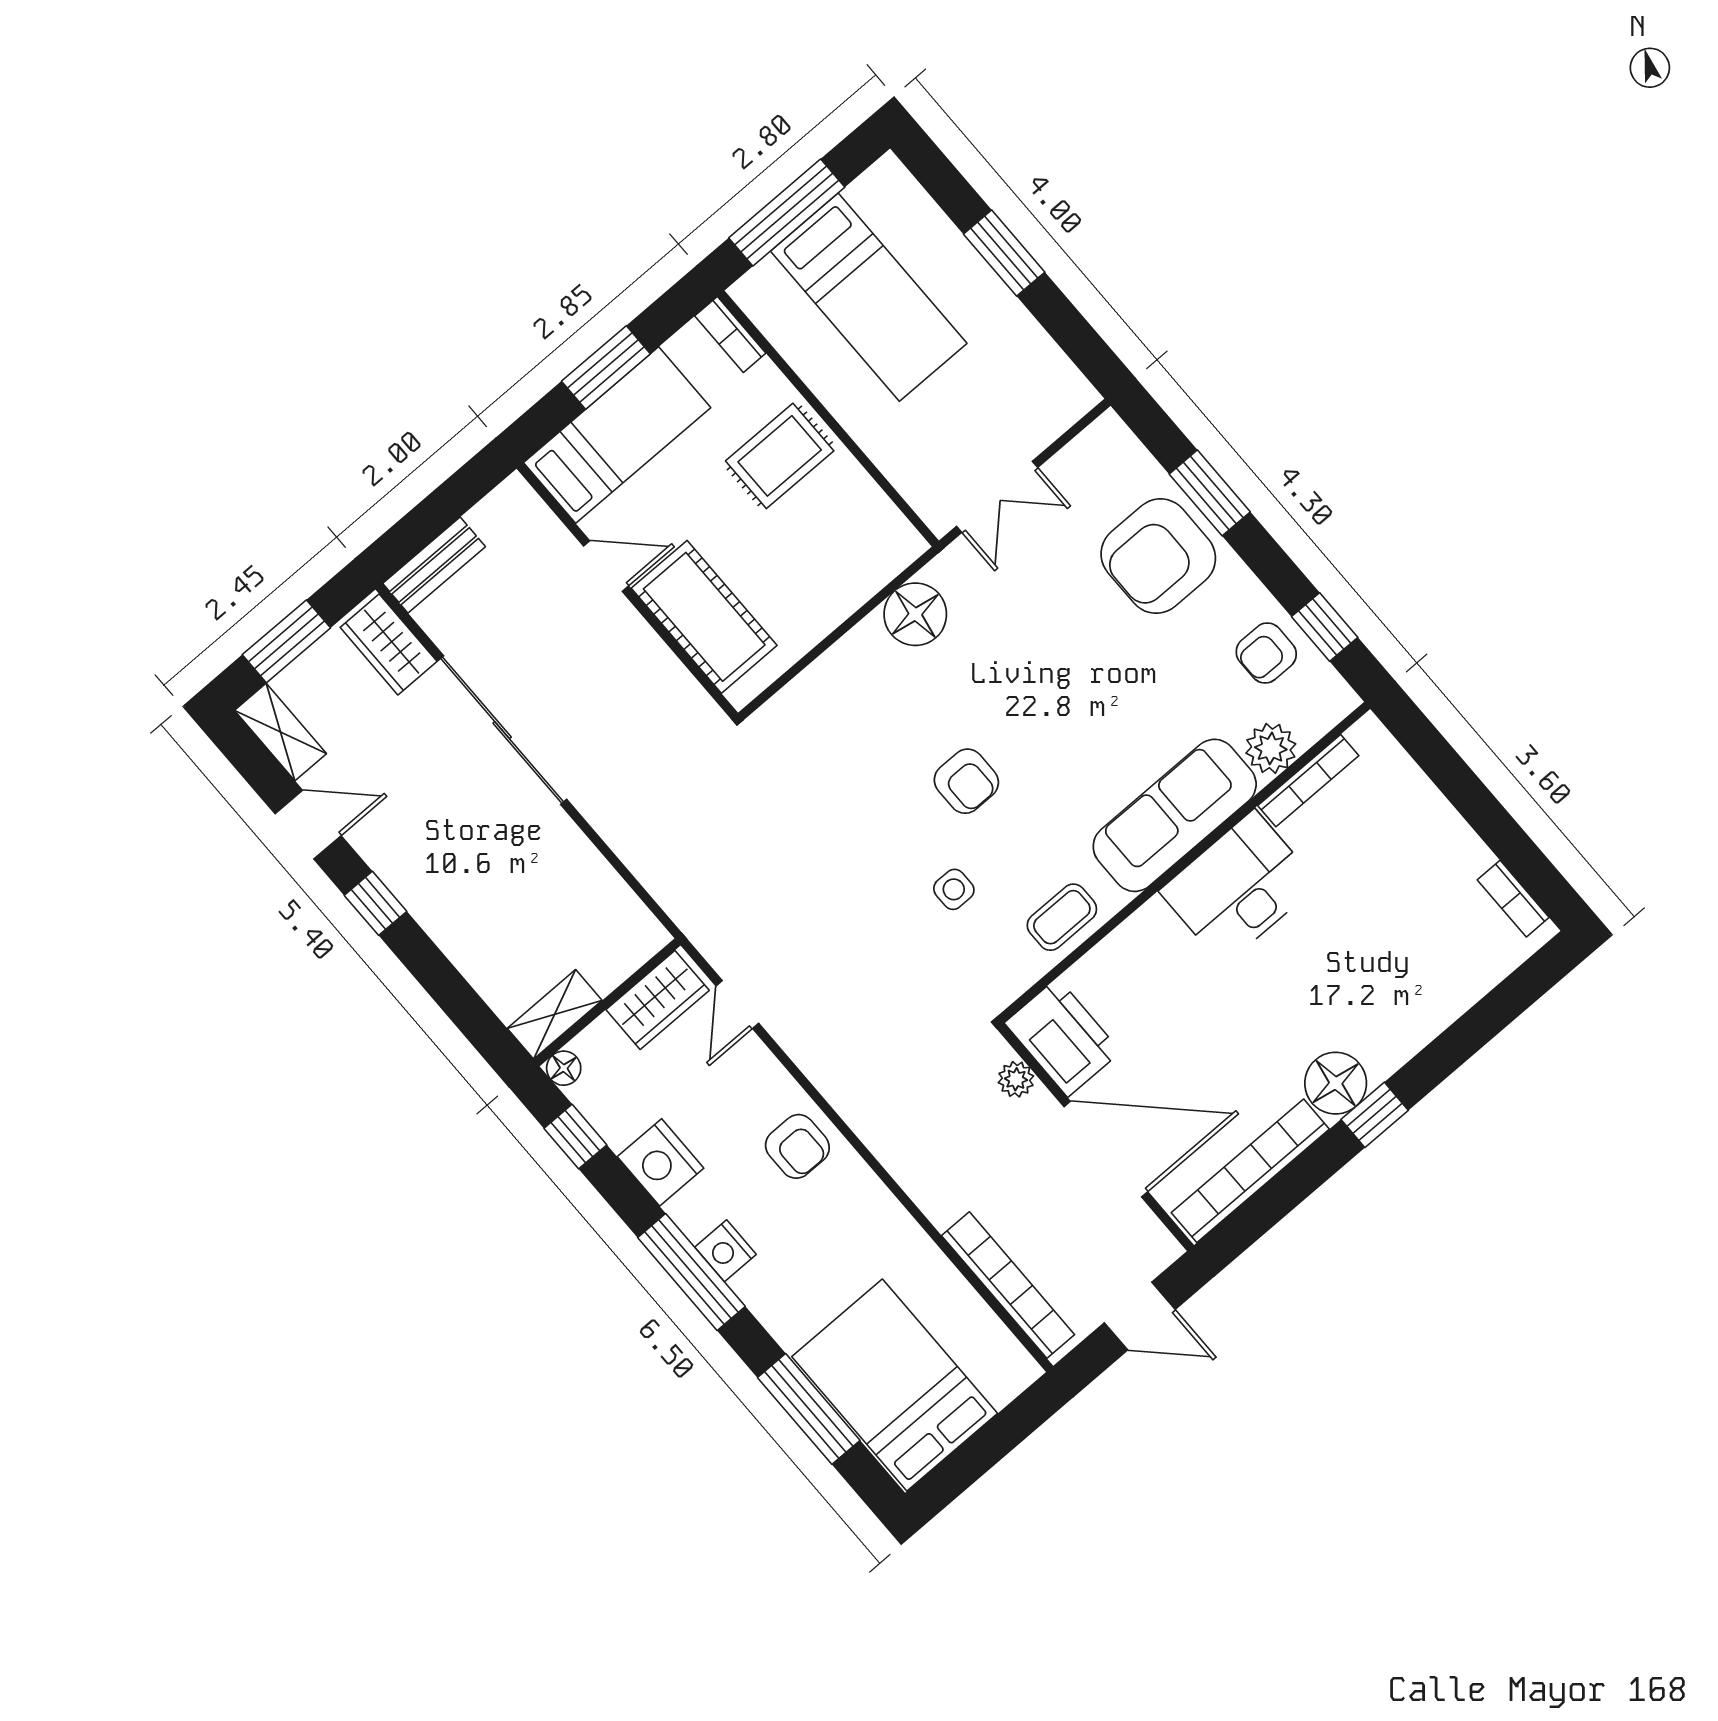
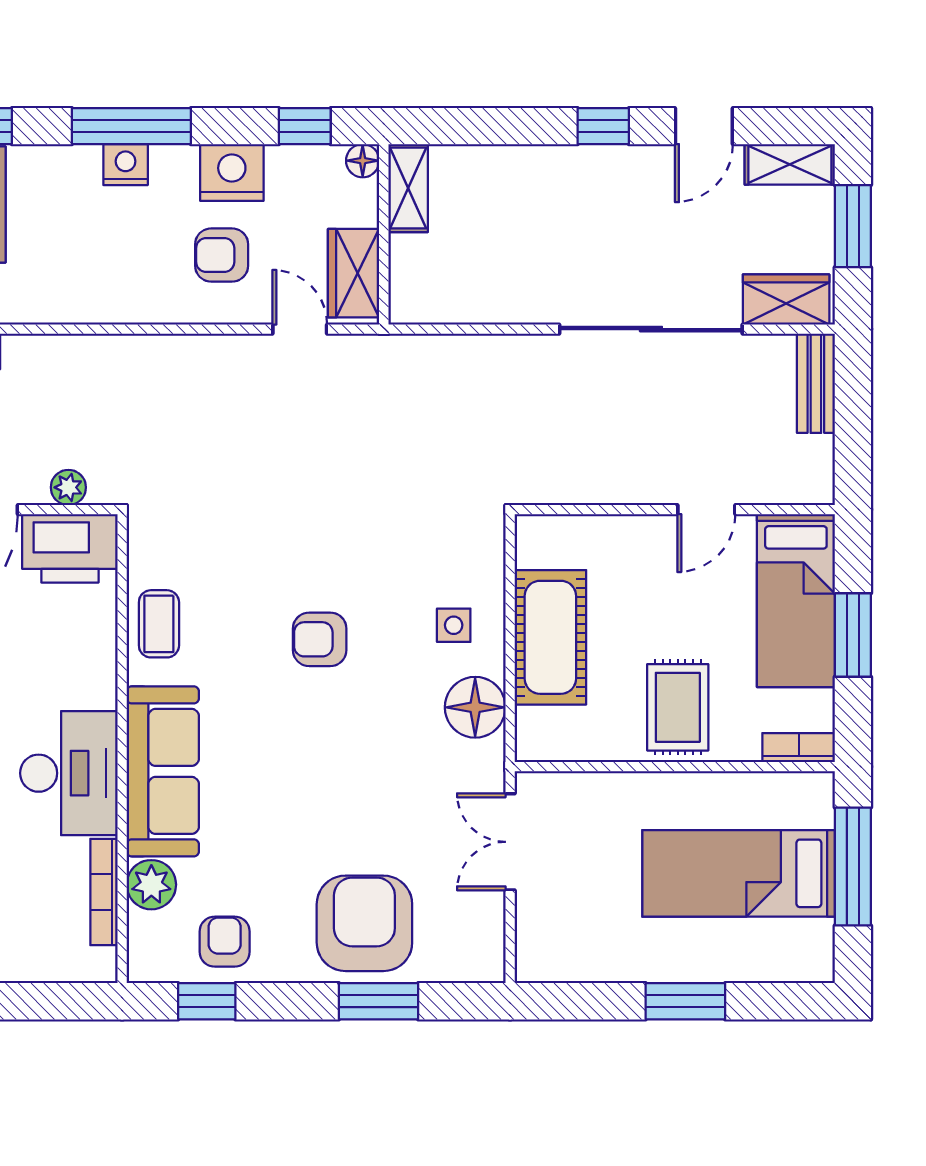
cot: (704, 617) -> (550, 637), moved, turned 90
side table: (954, 889) -> (454, 625), moved
armchair: (797, 1146) -> (222, 255), moved

